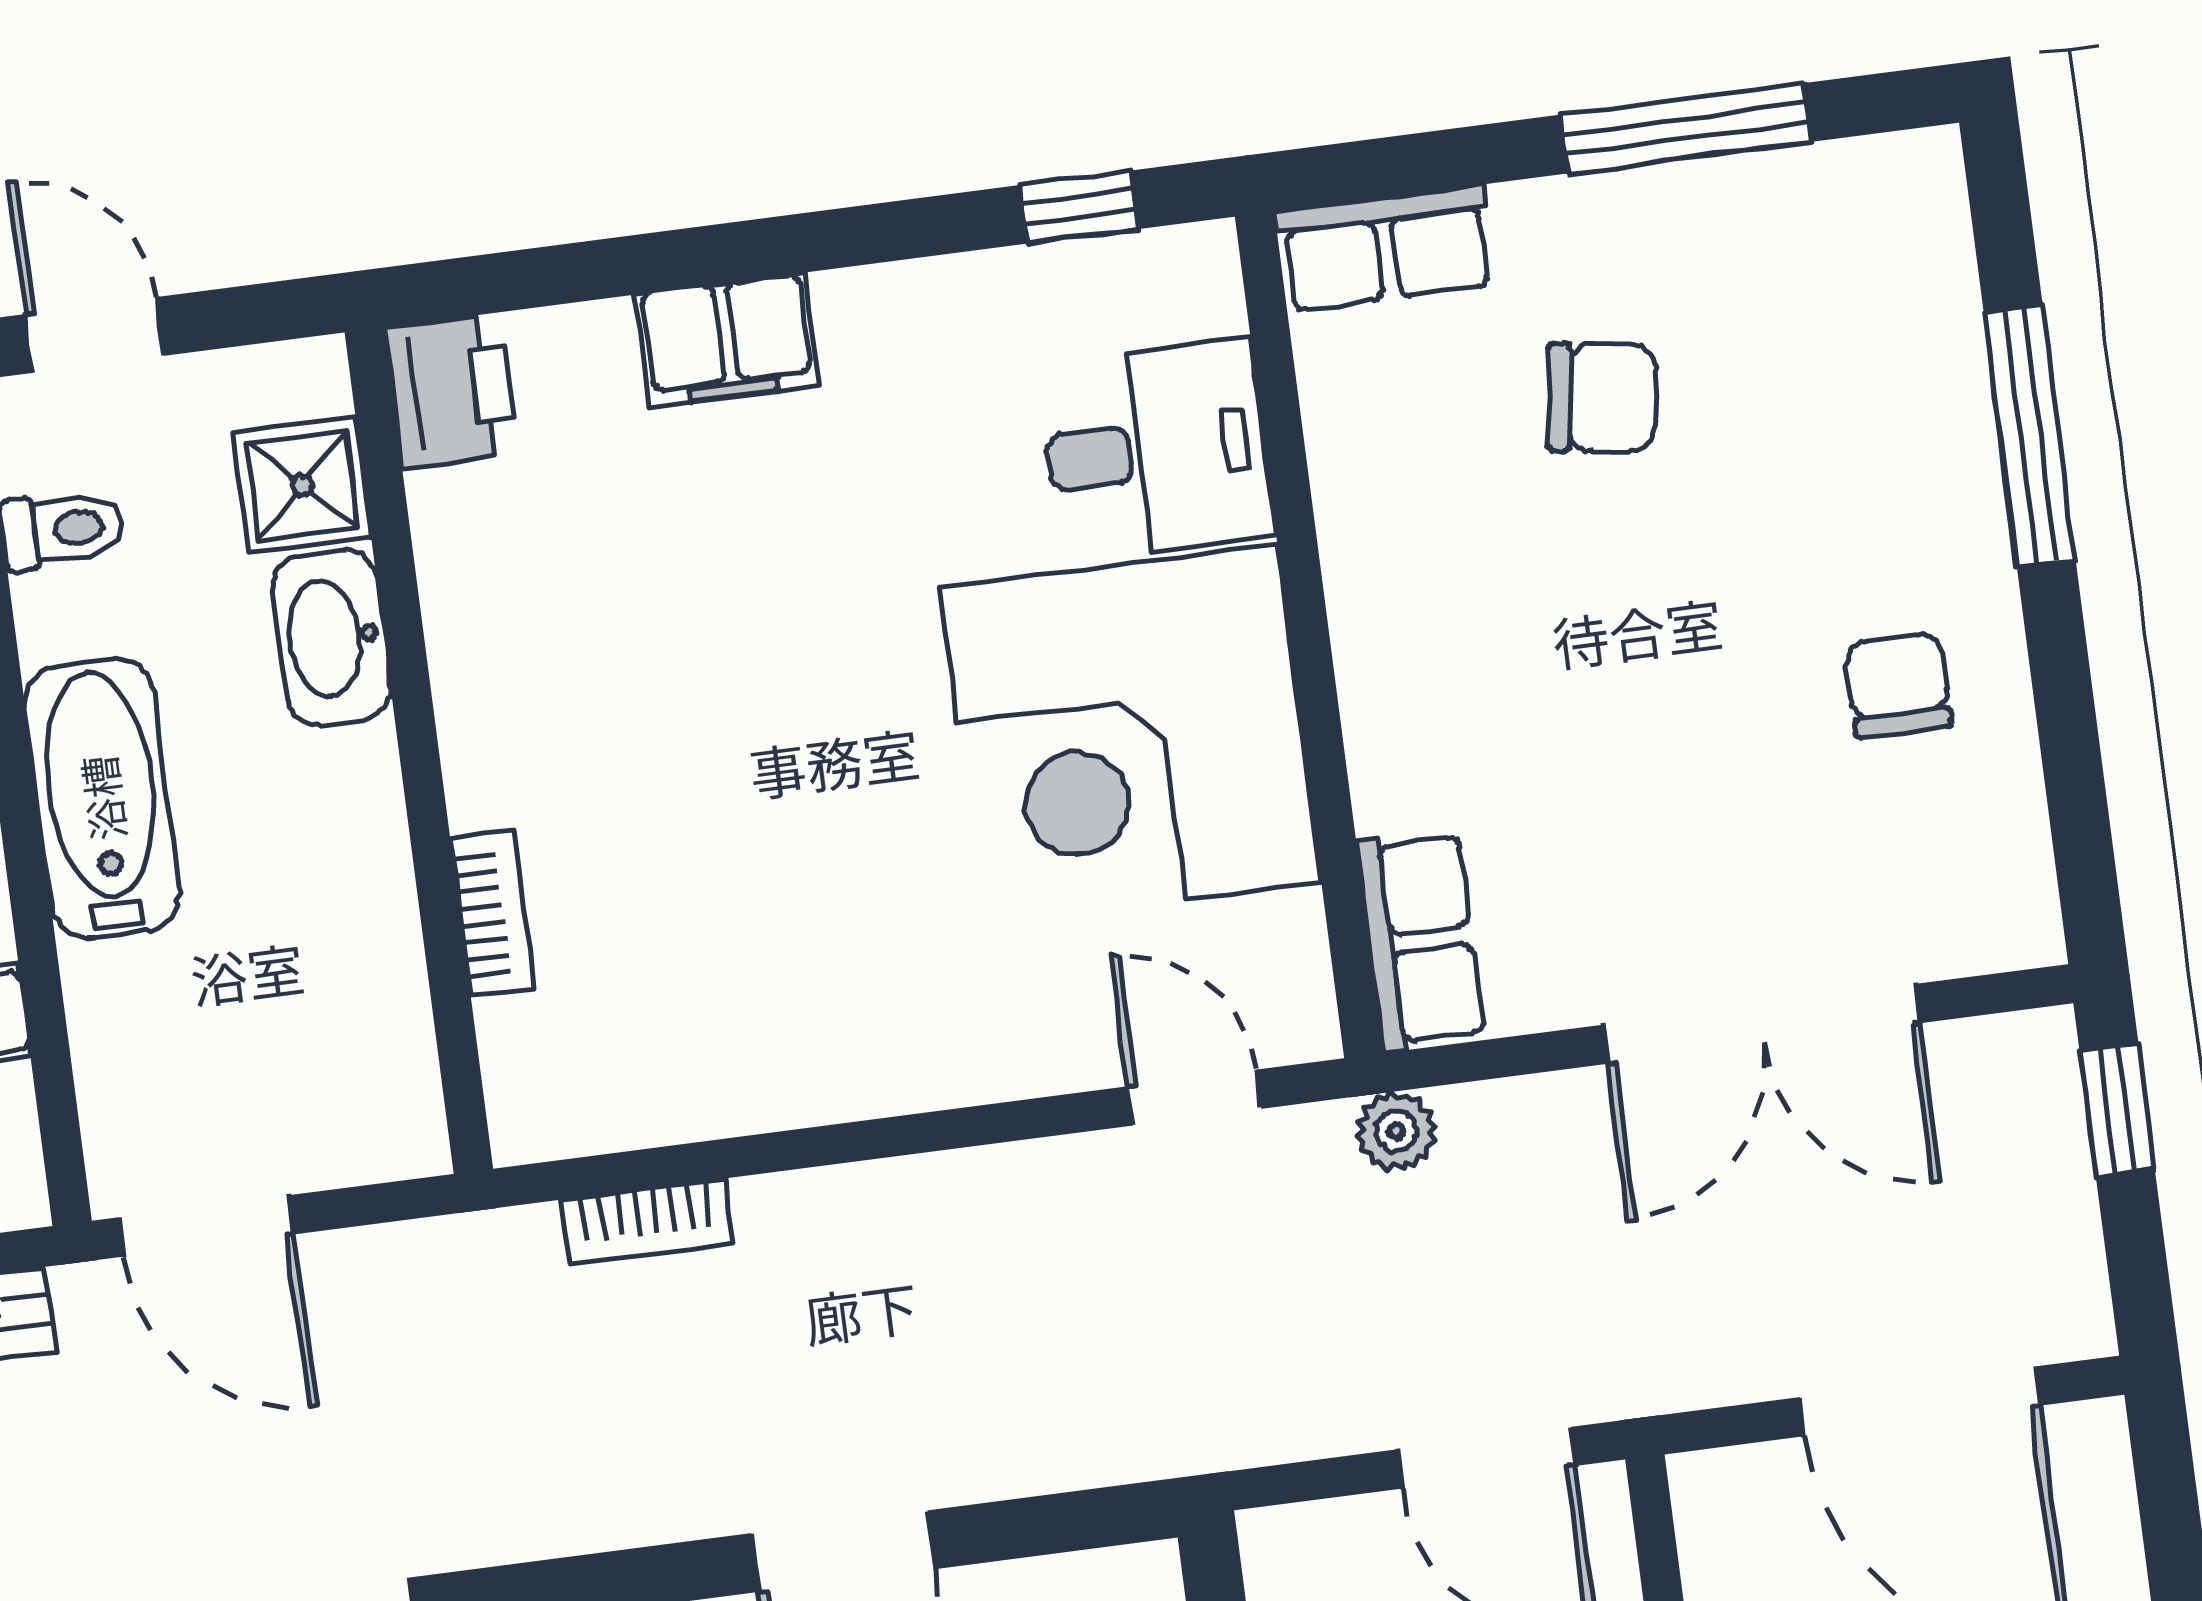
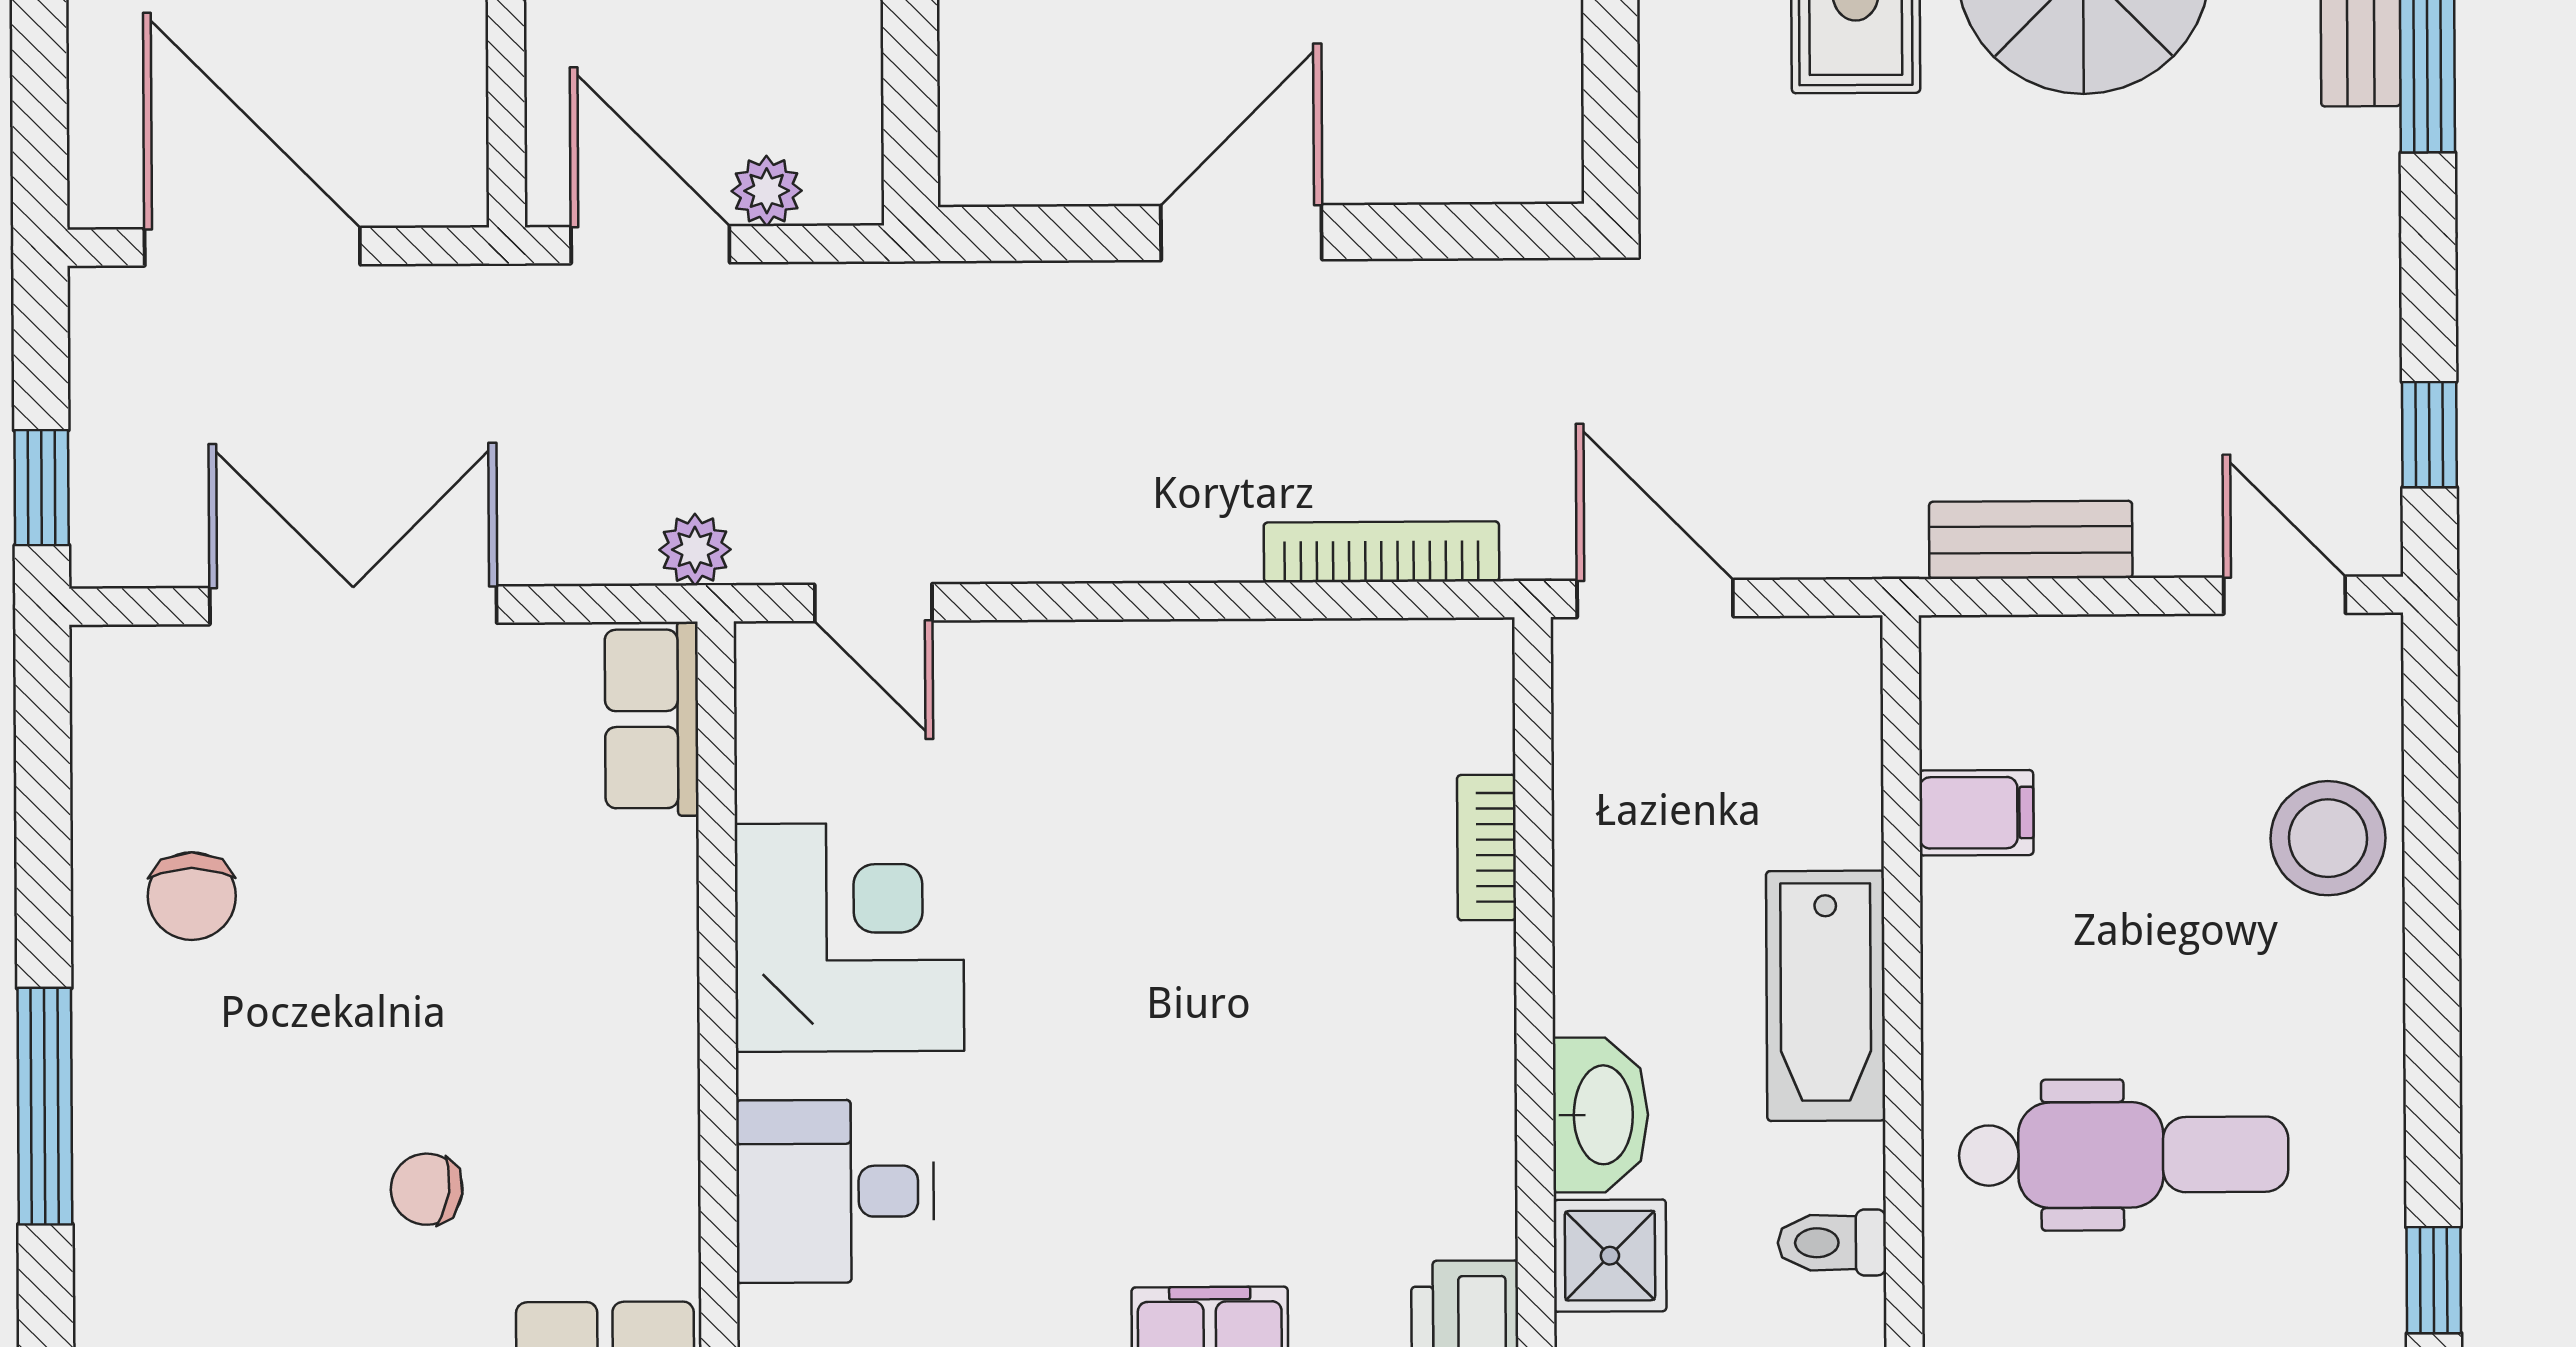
chair: (1602, 397) -> (427, 1189), width x0.73, depth x0.73
corner desk: (1130, 735) -> (849, 937), width x0.74, depth x0.74
bookcase: (647, 1222) -> (1381, 552), width x1.56
door: (206, 1226) -> (1655, 599), moved
plant: (1367, 1532) -> (767, 191), added

